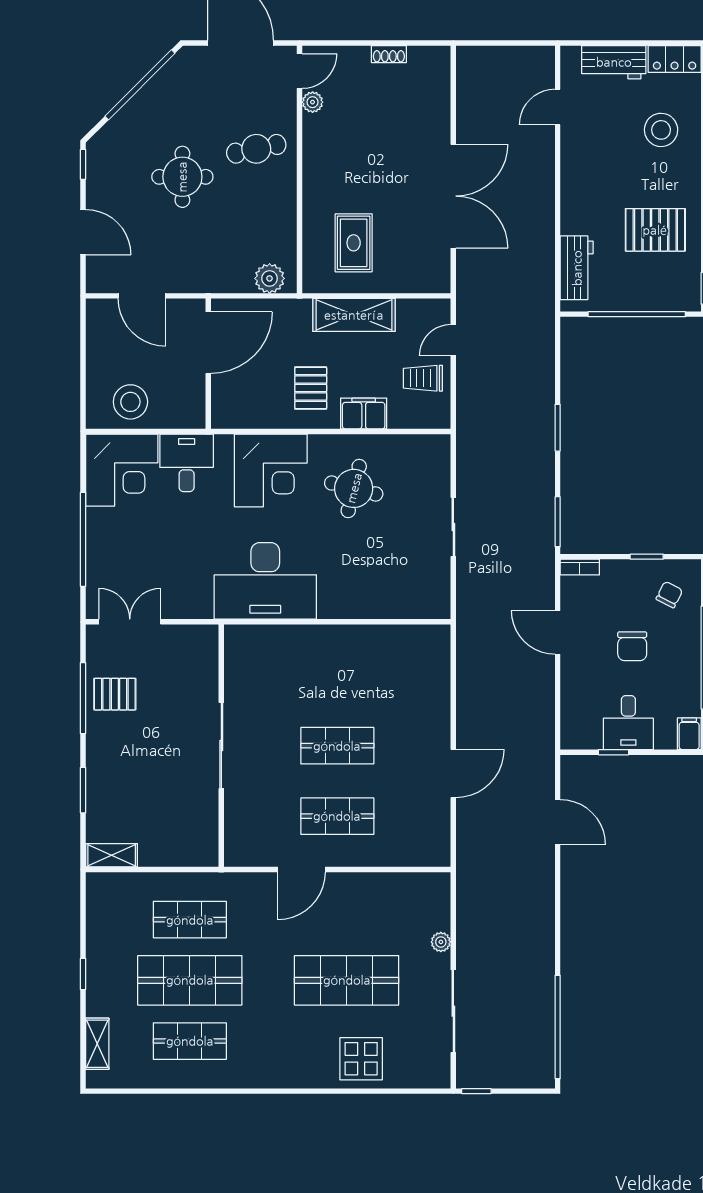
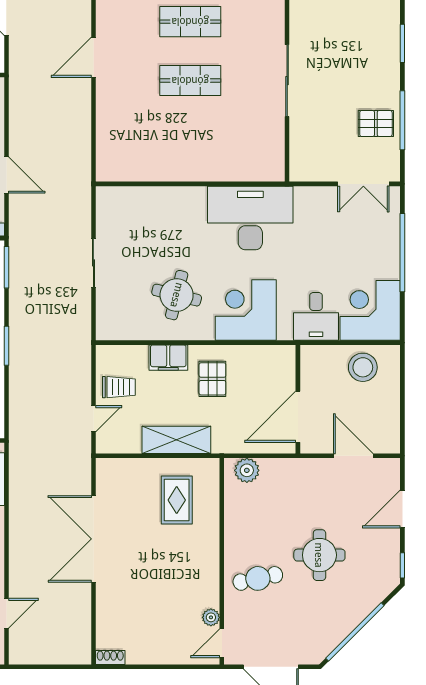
shoe rack: (389, 54) -> (110, 657), moved
door: (83, 232) -> (402, 509), hinge flipped

